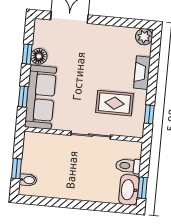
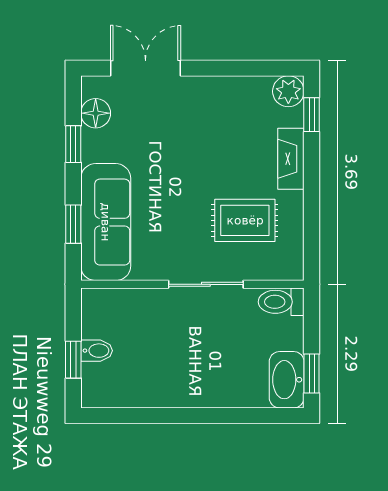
floor lamp: (39, 56) -> (96, 113), moved
window: (149, 114) -> (312, 115), moved
toilet: (128, 166) -> (281, 302), moved
bidet: (28, 180) -> (97, 351), moved

